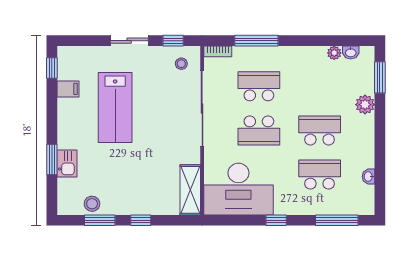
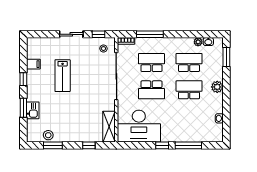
window: (52, 68) -> (23, 79), moved
plant: (365, 105) -> (217, 87), moved
lab bench: (115, 107) -> (63, 76), width x0.73, depth x0.72
school desk: (320, 175) -> (189, 63), moved
window: (141, 220) -> (89, 145), moved
window: (337, 220) -> (188, 145), moved

